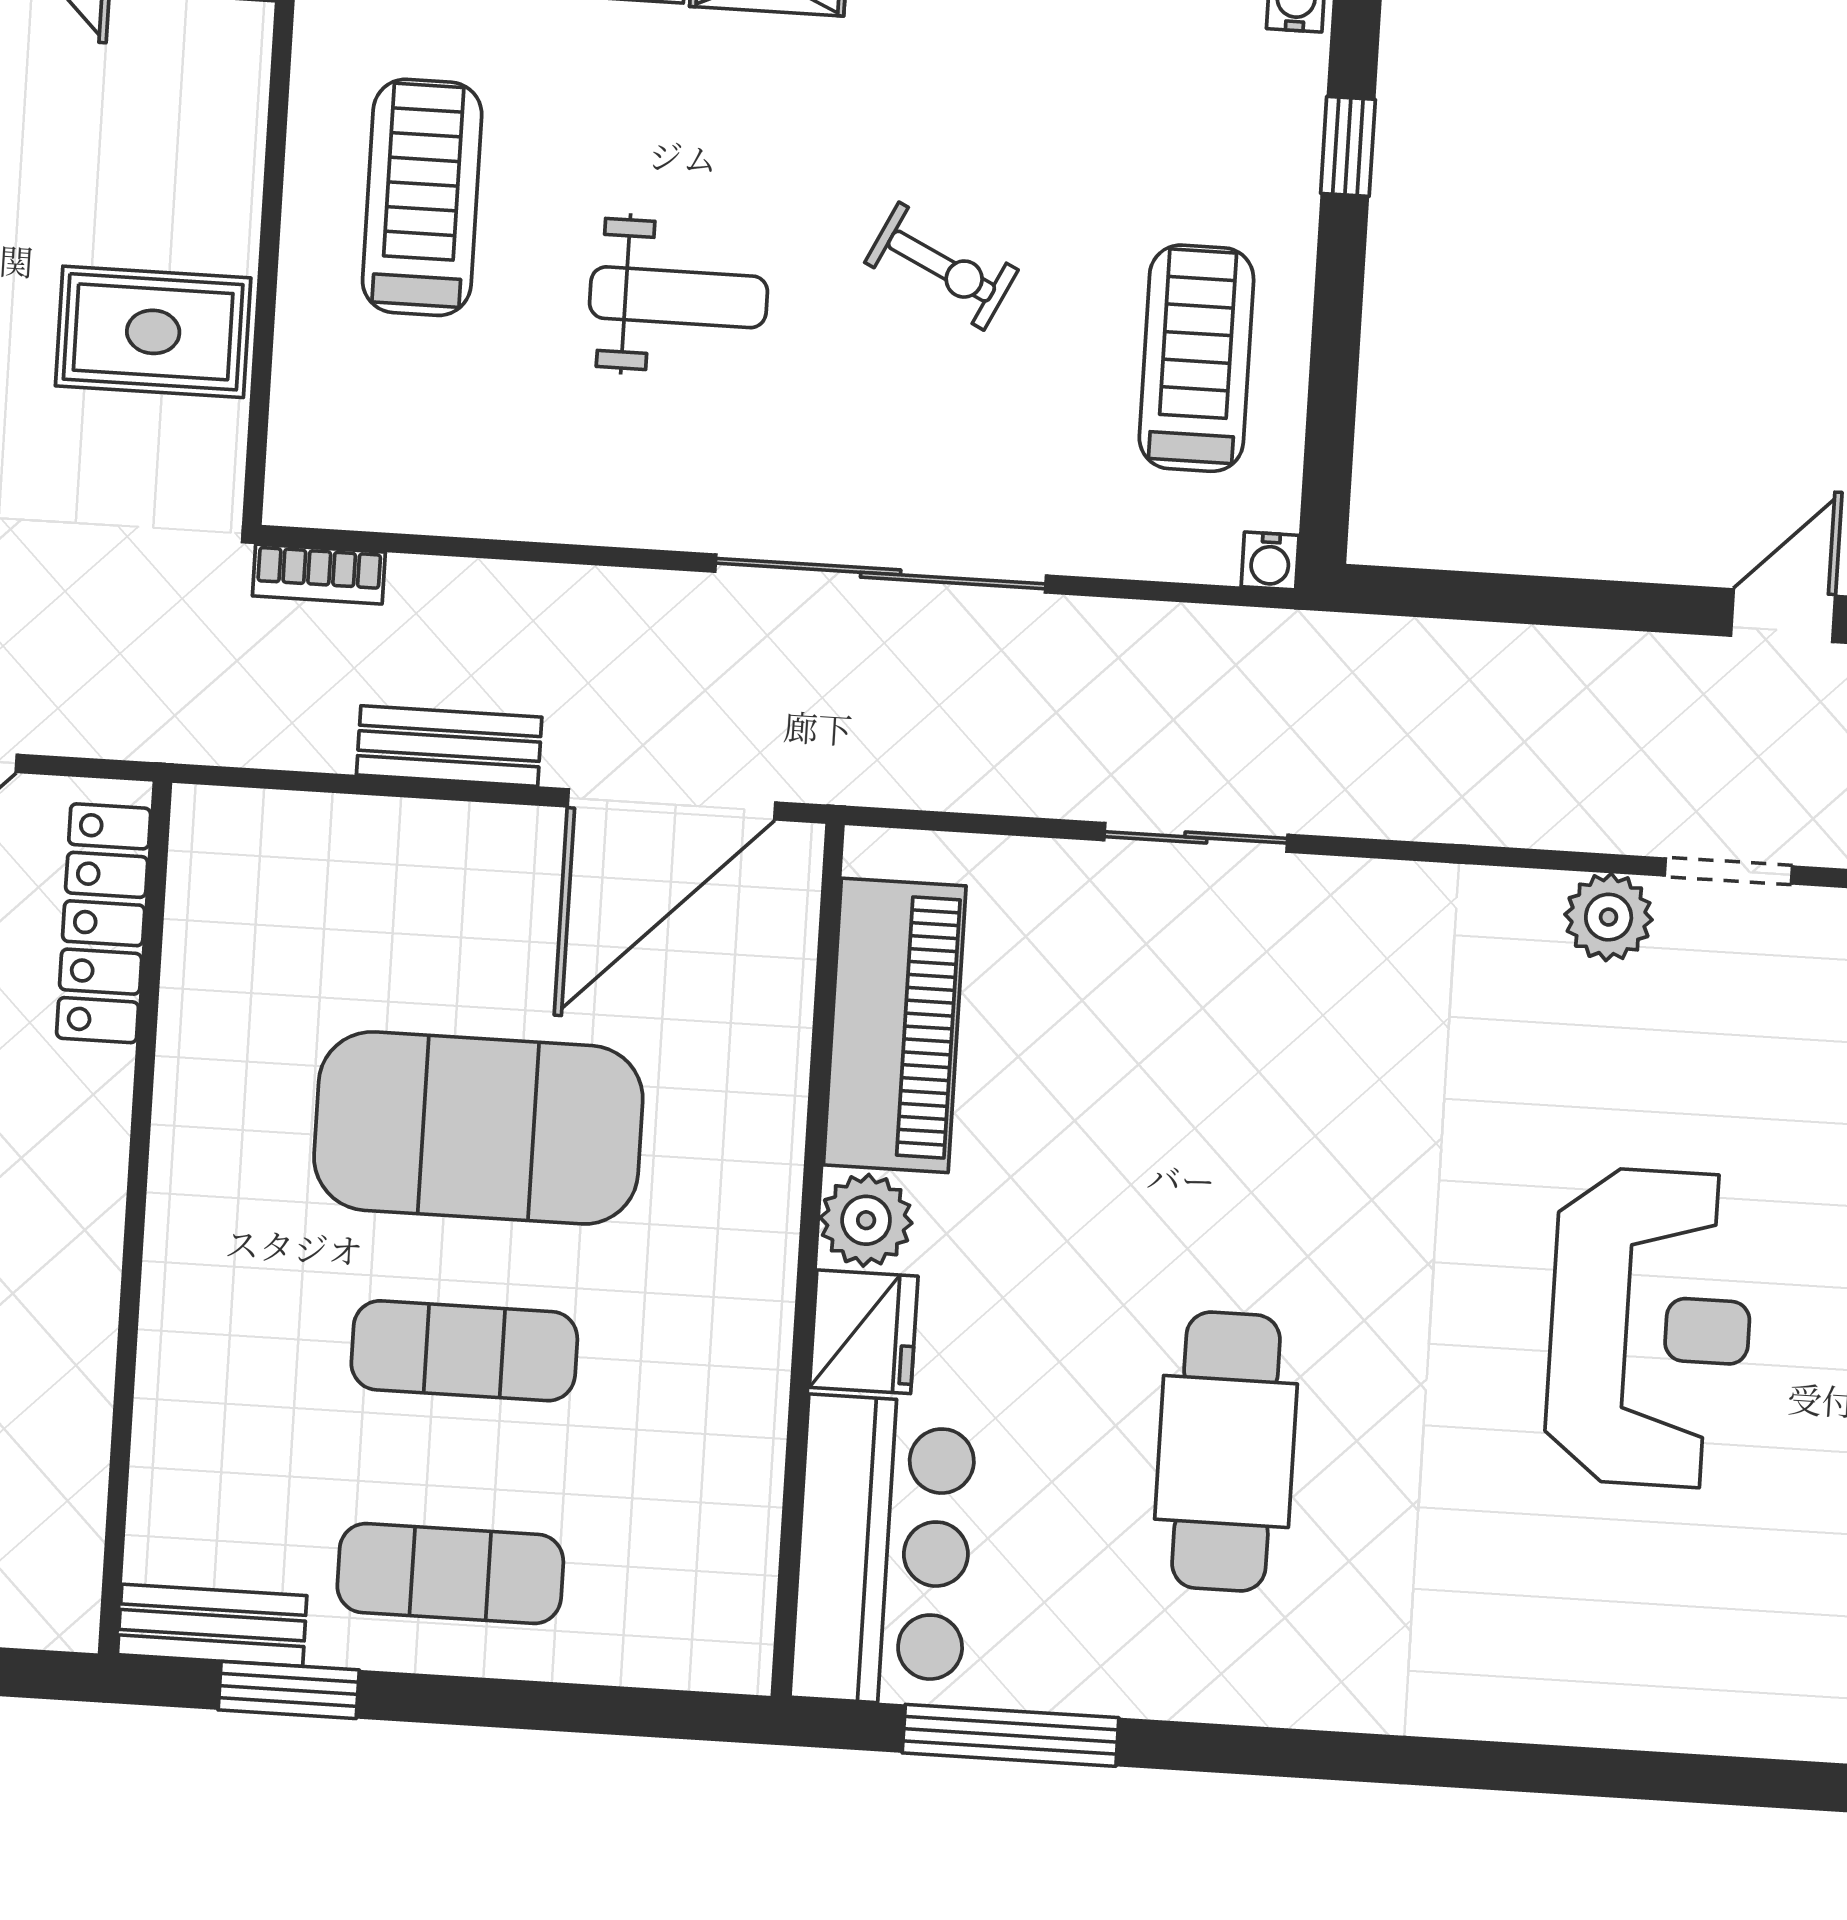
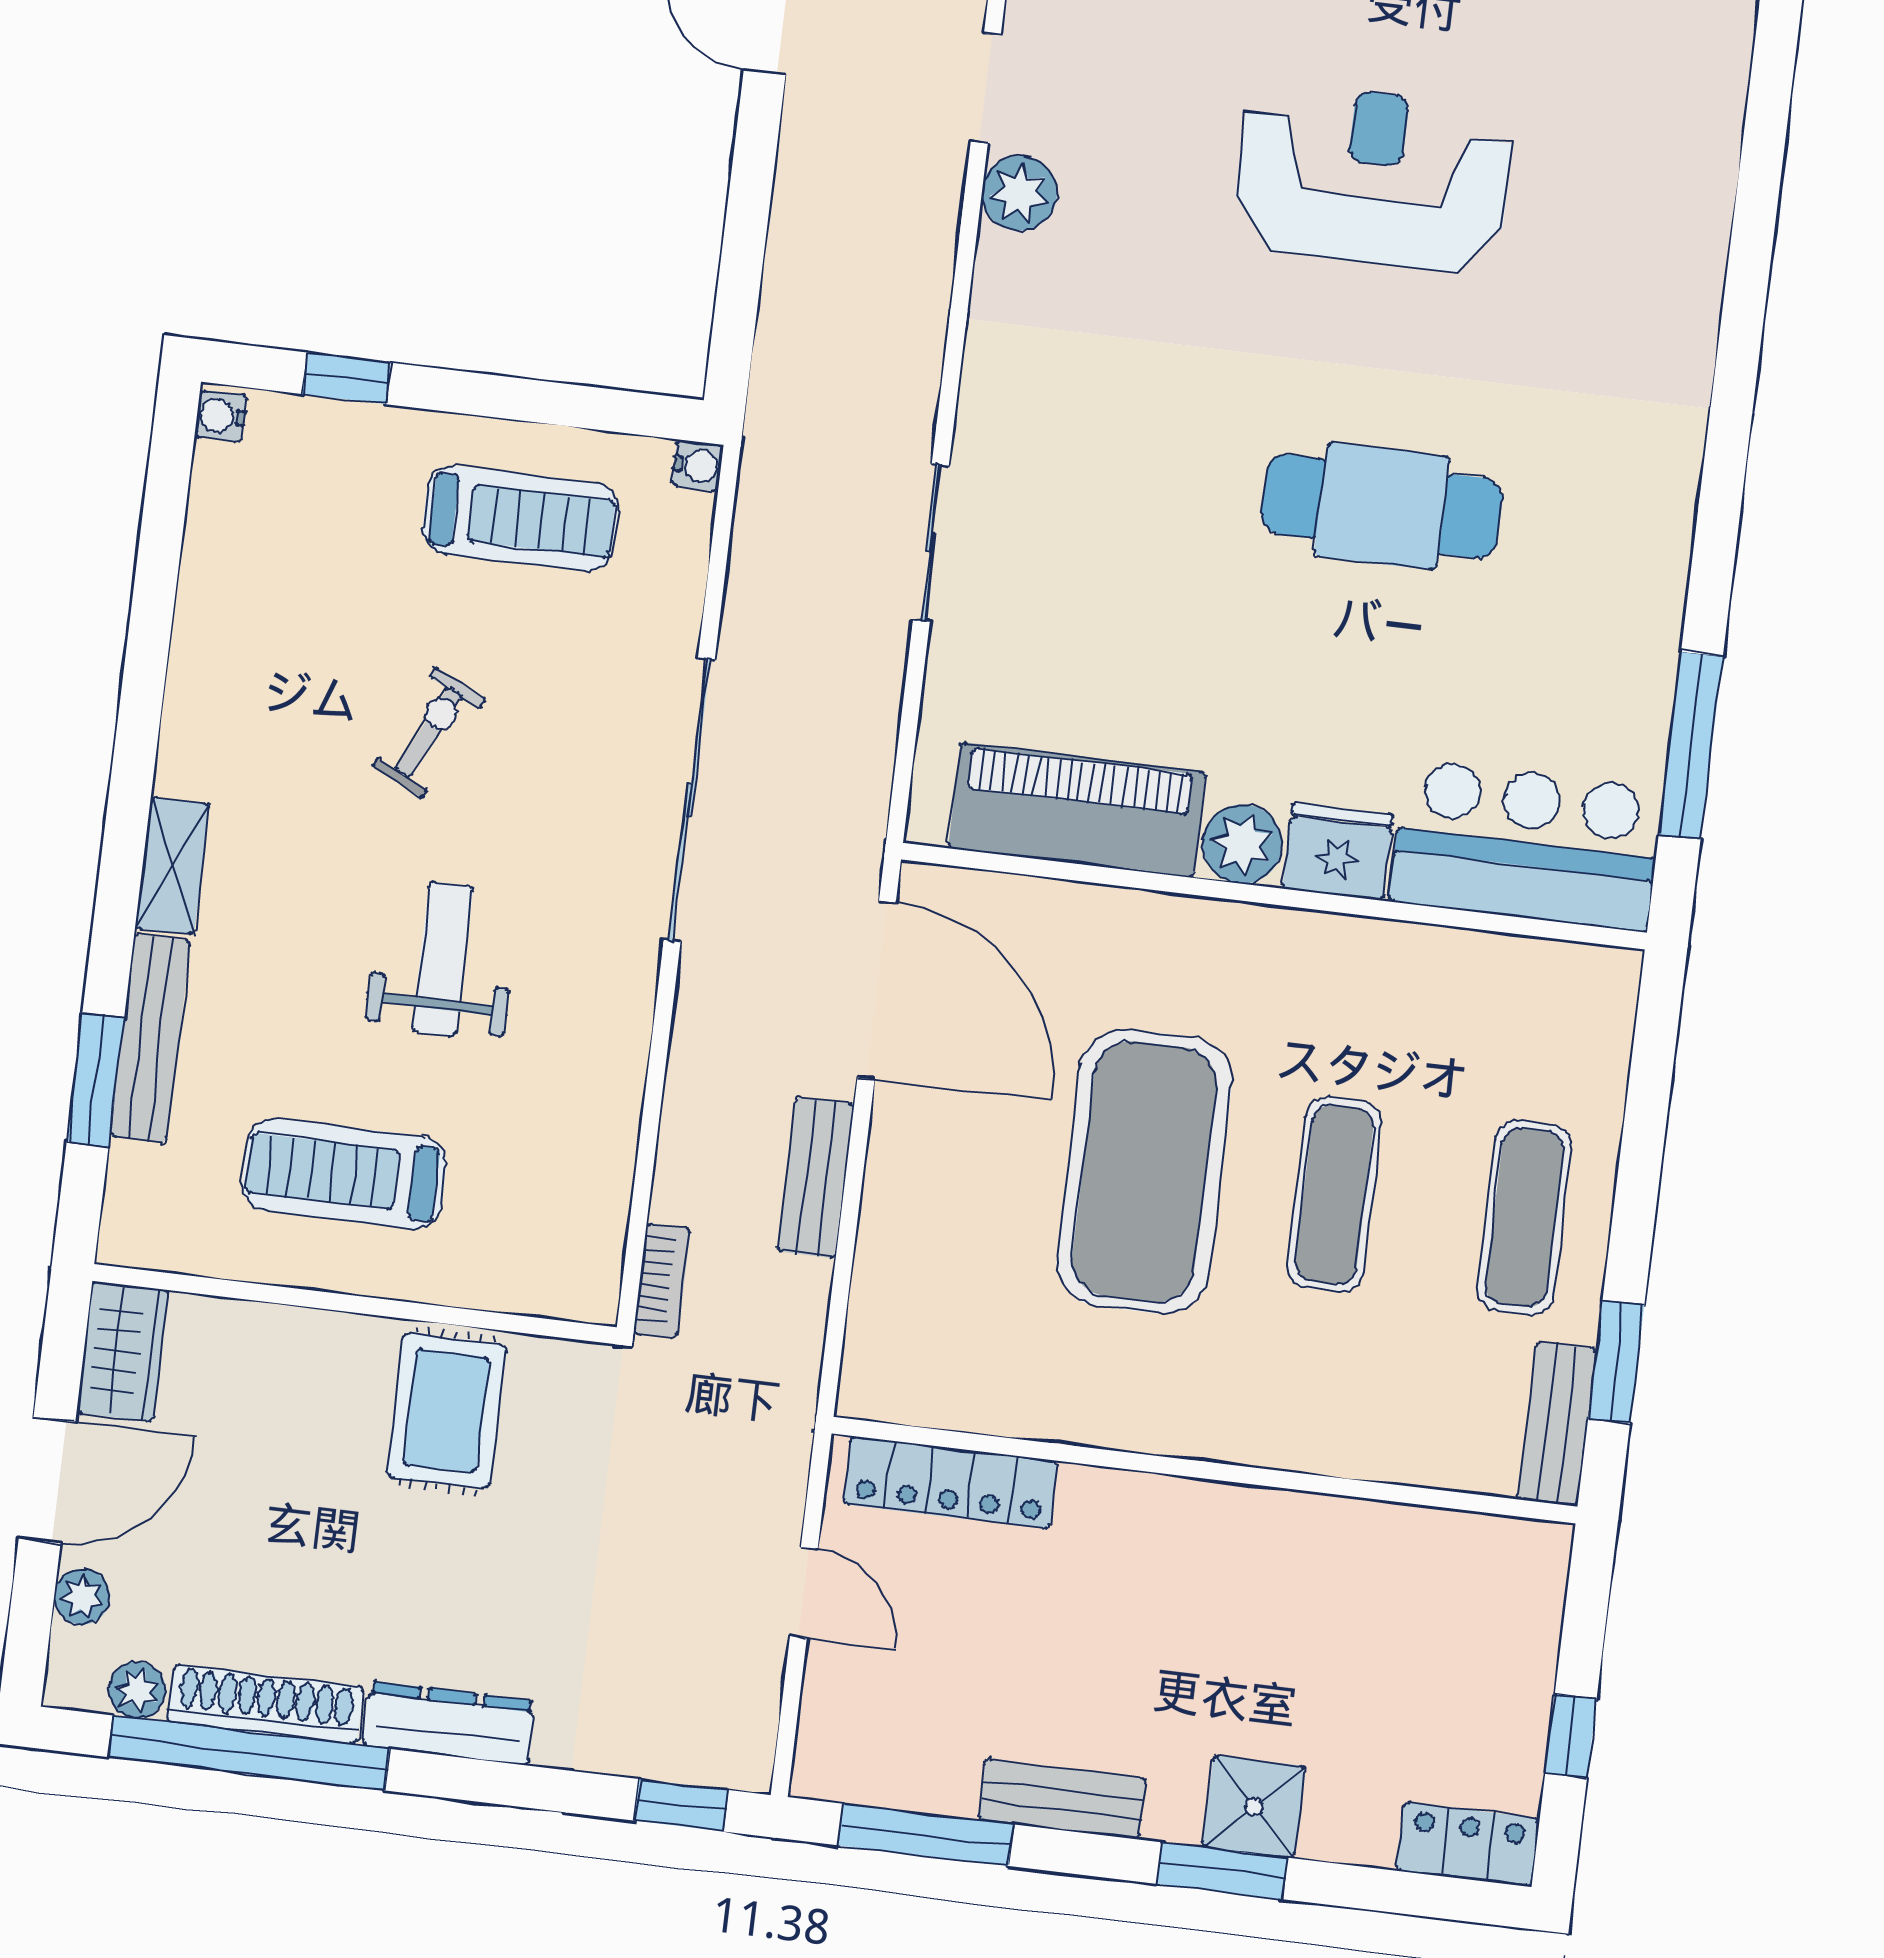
treadmill: (1196, 358) -> (520, 518), turned 180
cafe table: (1226, 1452) -> (1382, 506), moved

